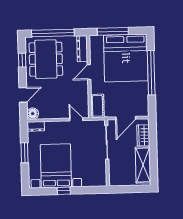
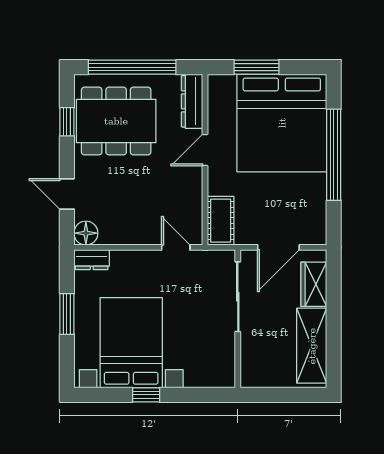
window: (113, 31) -> (256, 67), width x0.69
dining table: (46, 59) -> (116, 121), turned 90
door: (23, 95) -> (67, 194), swing flipped

